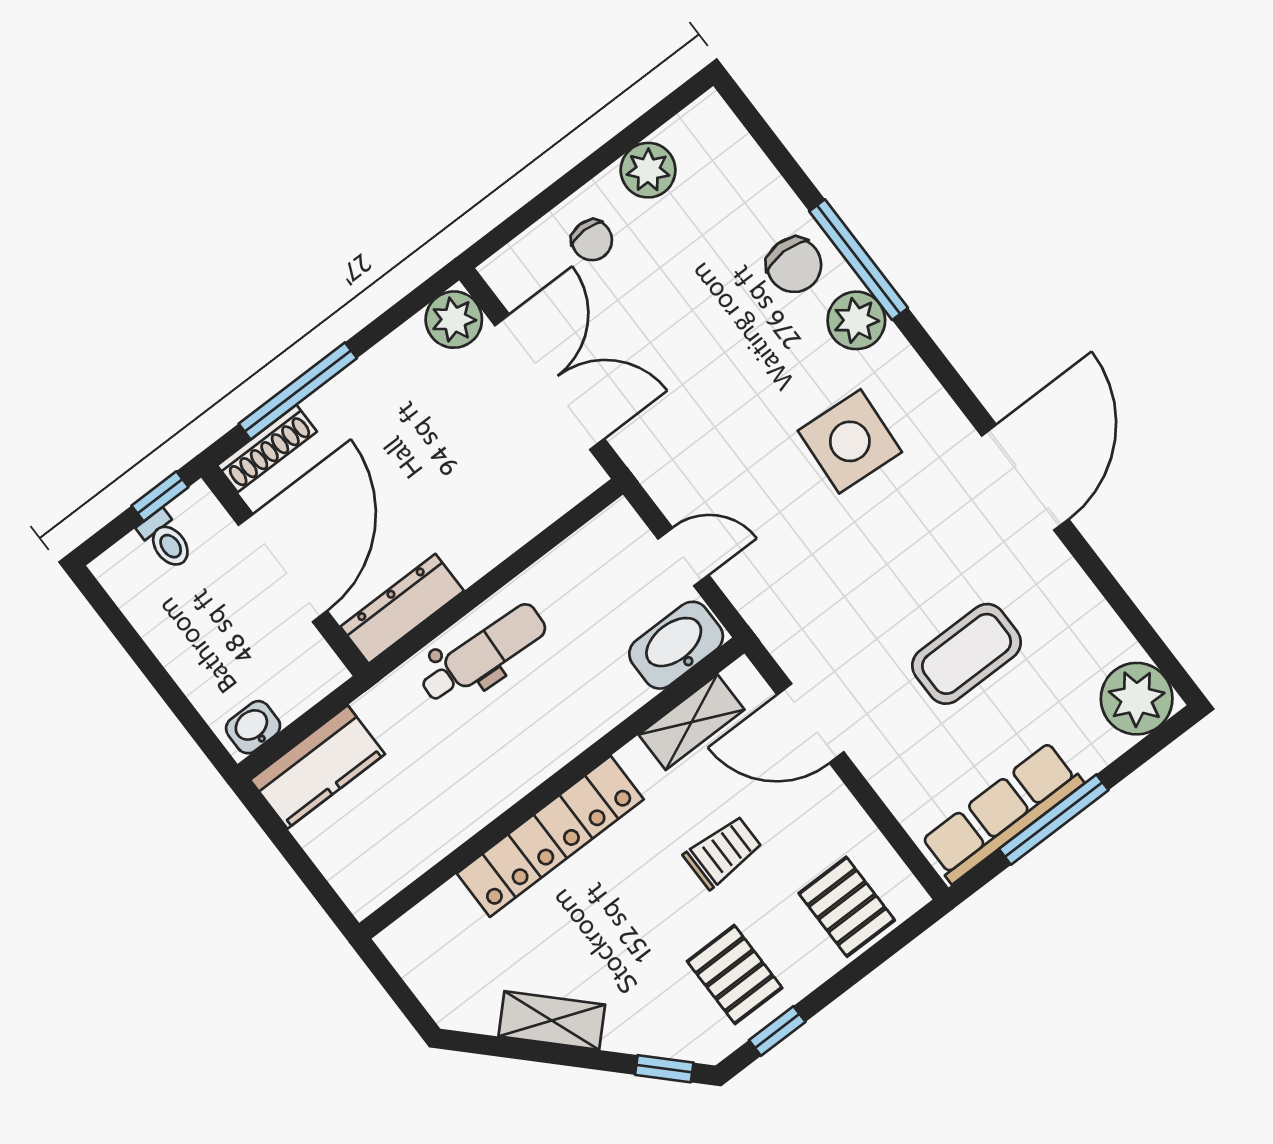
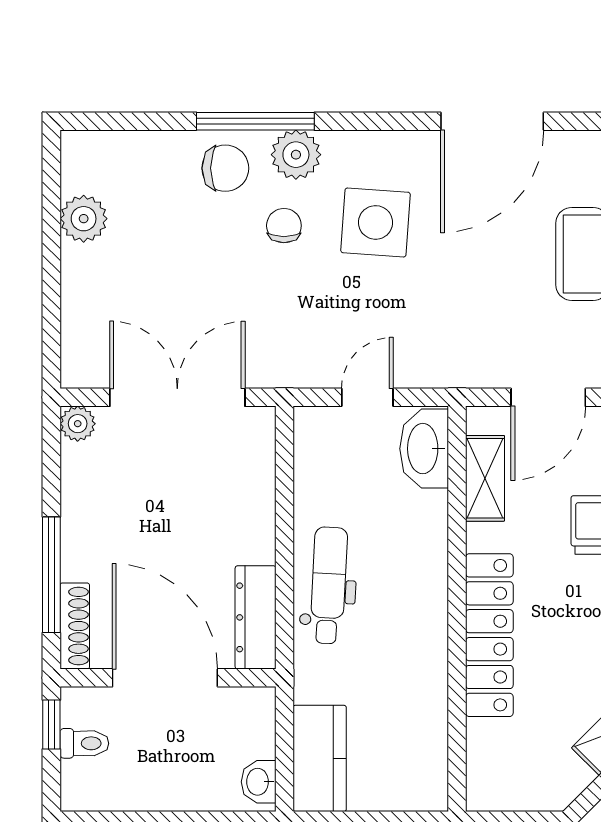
chair: (592, 240) -> (284, 226), moved, turned -90
plant: (454, 320) -> (78, 424), width x0.73, depth x0.73
door: (1025, 477) -> (492, 121), swing flipped

